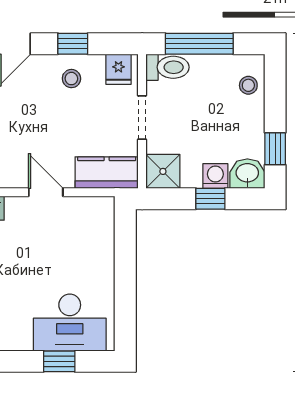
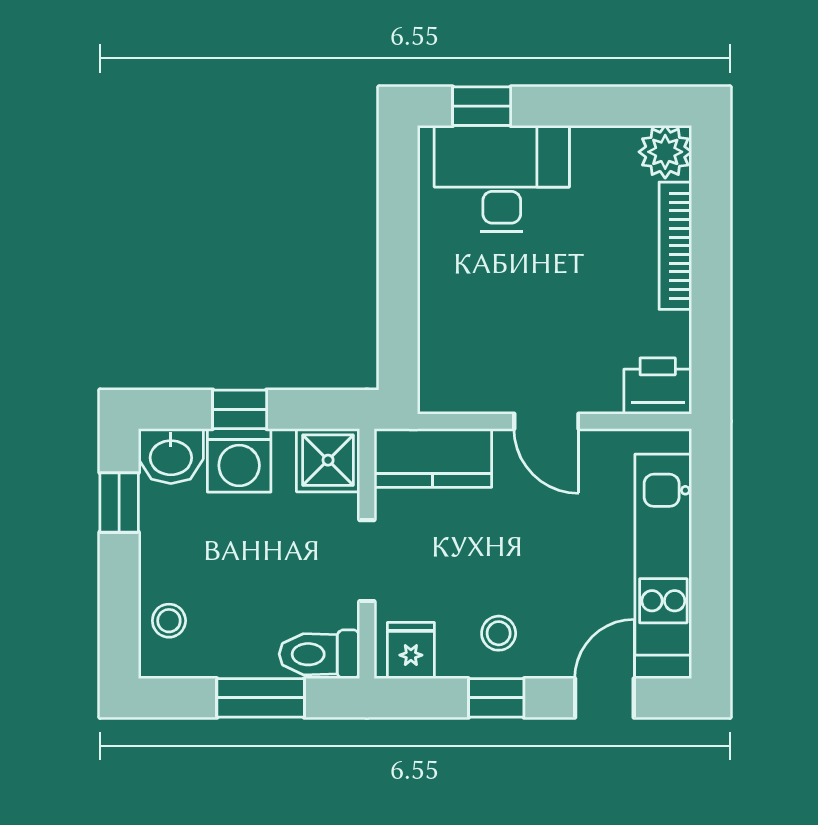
window: (199, 44) -> (261, 698), width x0.69
washing machine: (215, 176) -> (239, 460), width x1.38, depth x1.38
window: (59, 361) -> (482, 106), moved

